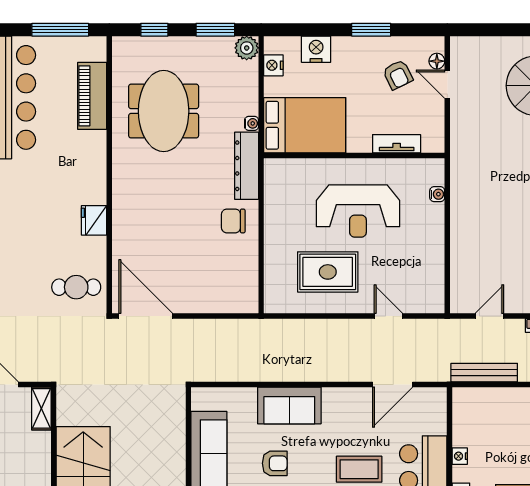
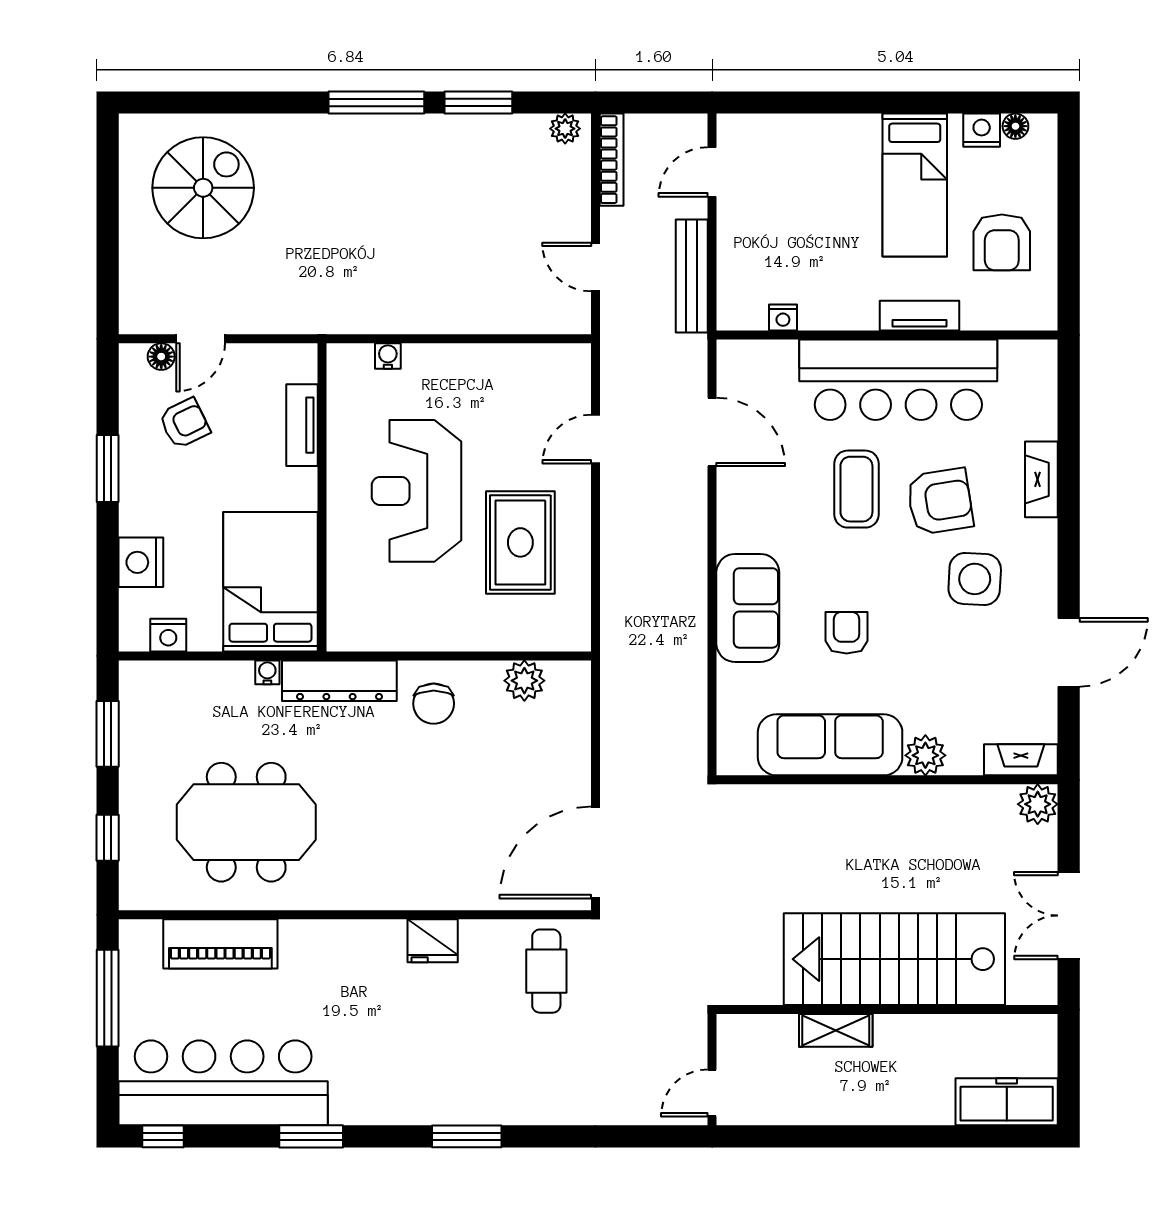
plant: (247, 48) -> (524, 681), moved
reception desk: (358, 211) -> (417, 491), turned 180
shelving: (41, 408) -> (836, 1030), moved
nightstand: (460, 456) -> (783, 318), moved

